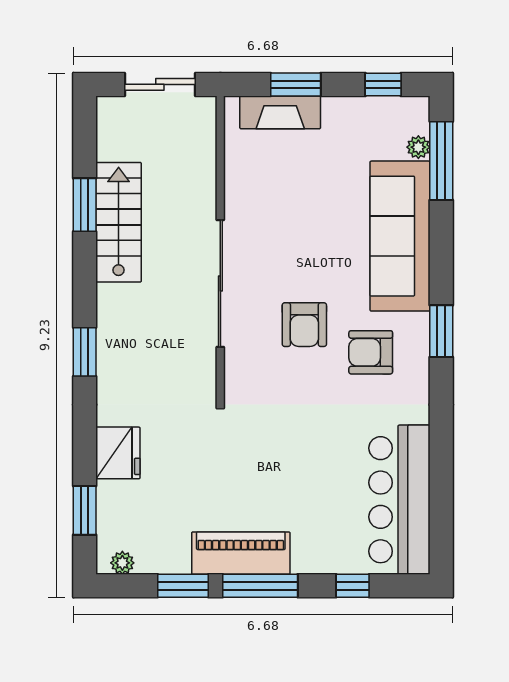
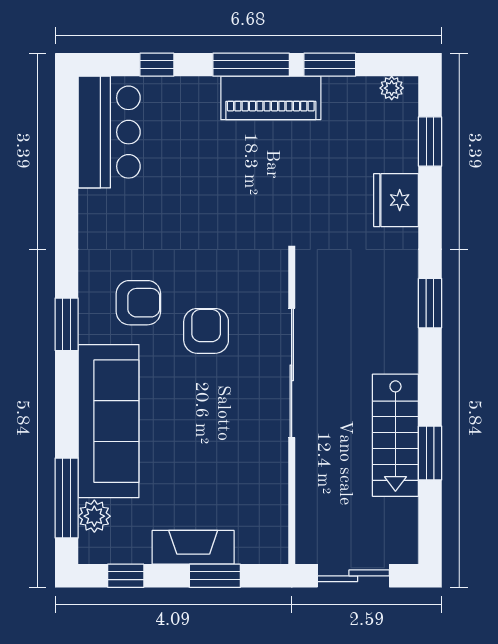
fireplace: (280, 112) -> (193, 547), moved
plant: (418, 147) -> (94, 516), width x1.38, depth x1.38
bar counter: (399, 500) -> (109, 132), width x0.73

